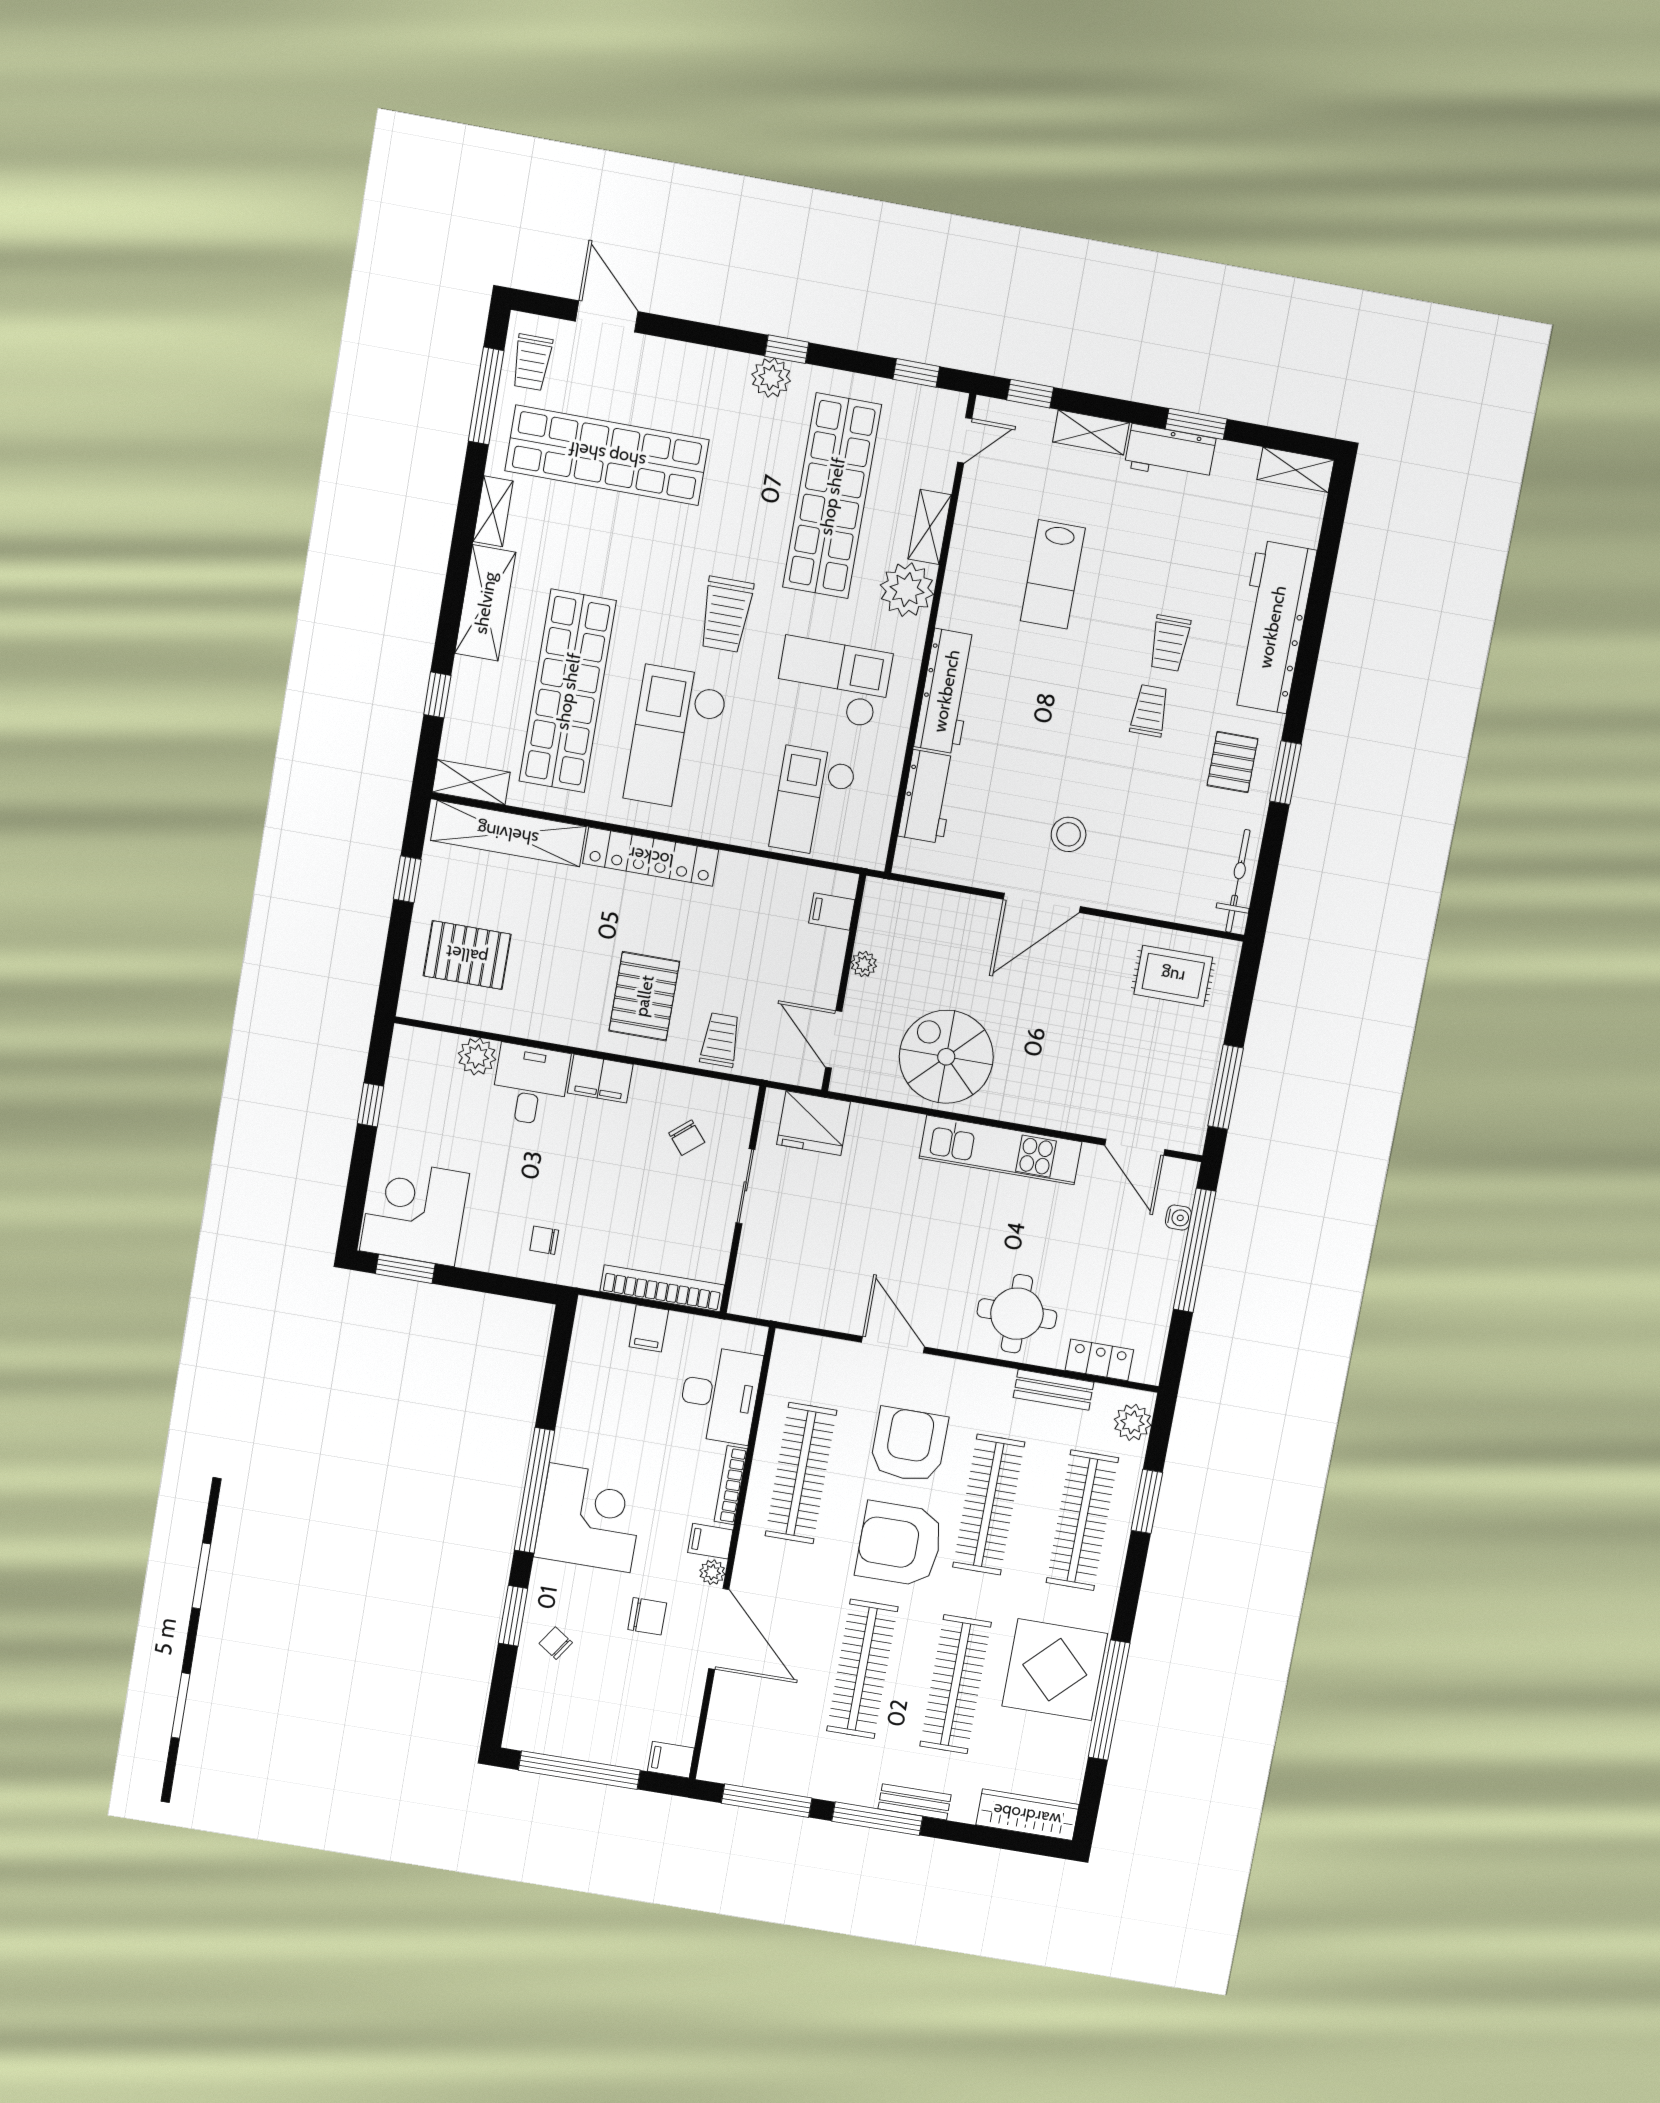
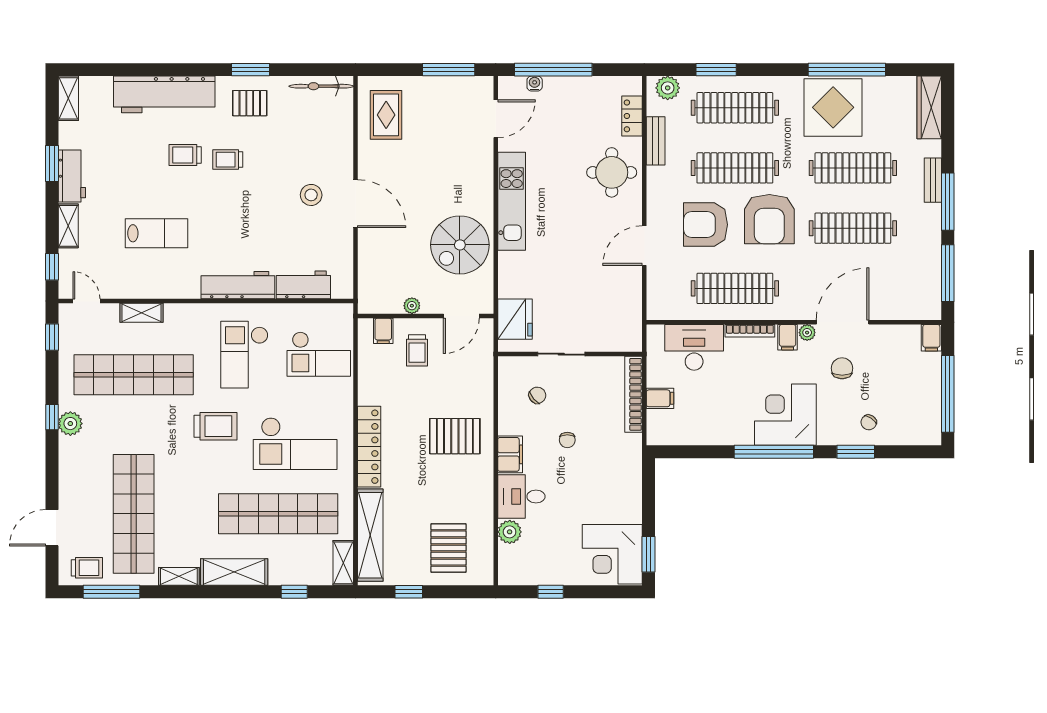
plant: (907, 590) -> (181, 320), removed
trolley: (1170, 643) -> (185, 155), turned 180
trolley: (720, 1040) -> (417, 350), moved, turned -90
chair: (544, 1240) -> (567, 440), moved

